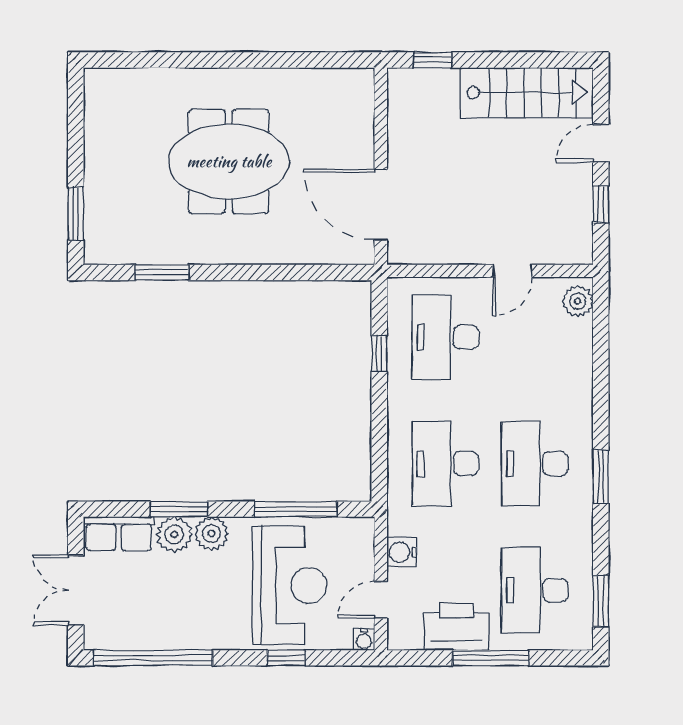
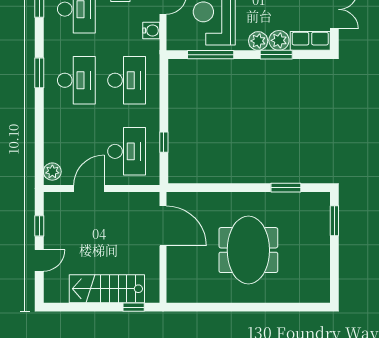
stairs: (527, 93) -> (107, 289), moved
meeting table: (229, 161) -> (248, 250), turned 90
door: (512, 271) -> (89, 189), width x1.38

